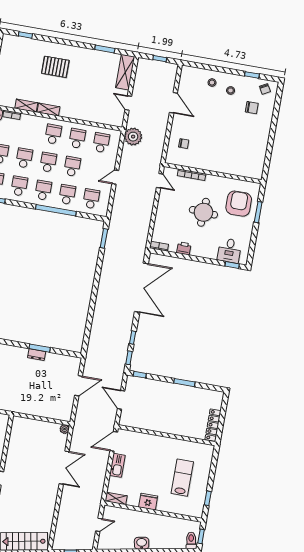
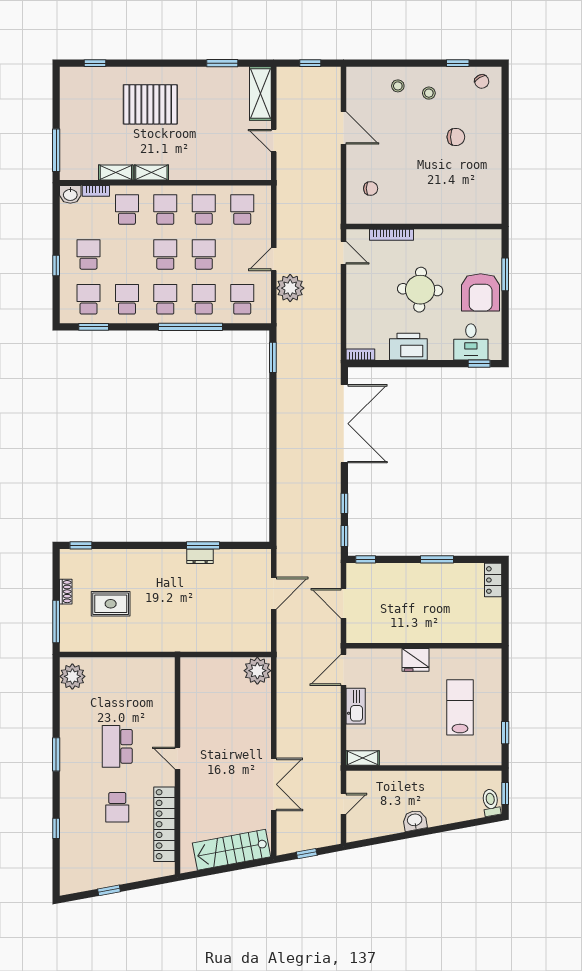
pallet: (55, 67) -> (150, 104), width x1.37, depth x1.41
chair: (252, 108) -> (456, 137), moved
plant: (133, 137) -> (290, 288), moved
school desk: (24, 158) -> (127, 210), moved
armchair: (239, 204) -> (481, 292), moved, turned 180
printer: (184, 248) -> (408, 347), width x1.87, depth x1.48
locker: (213, 425) -> (493, 580), moved, width x0.66
plant: (65, 429) -> (257, 671), width x1.88, depth x1.88
double door: (64, 468) -> (274, 784), moved
fridge: (148, 502) -> (416, 660), moved, turned 180

